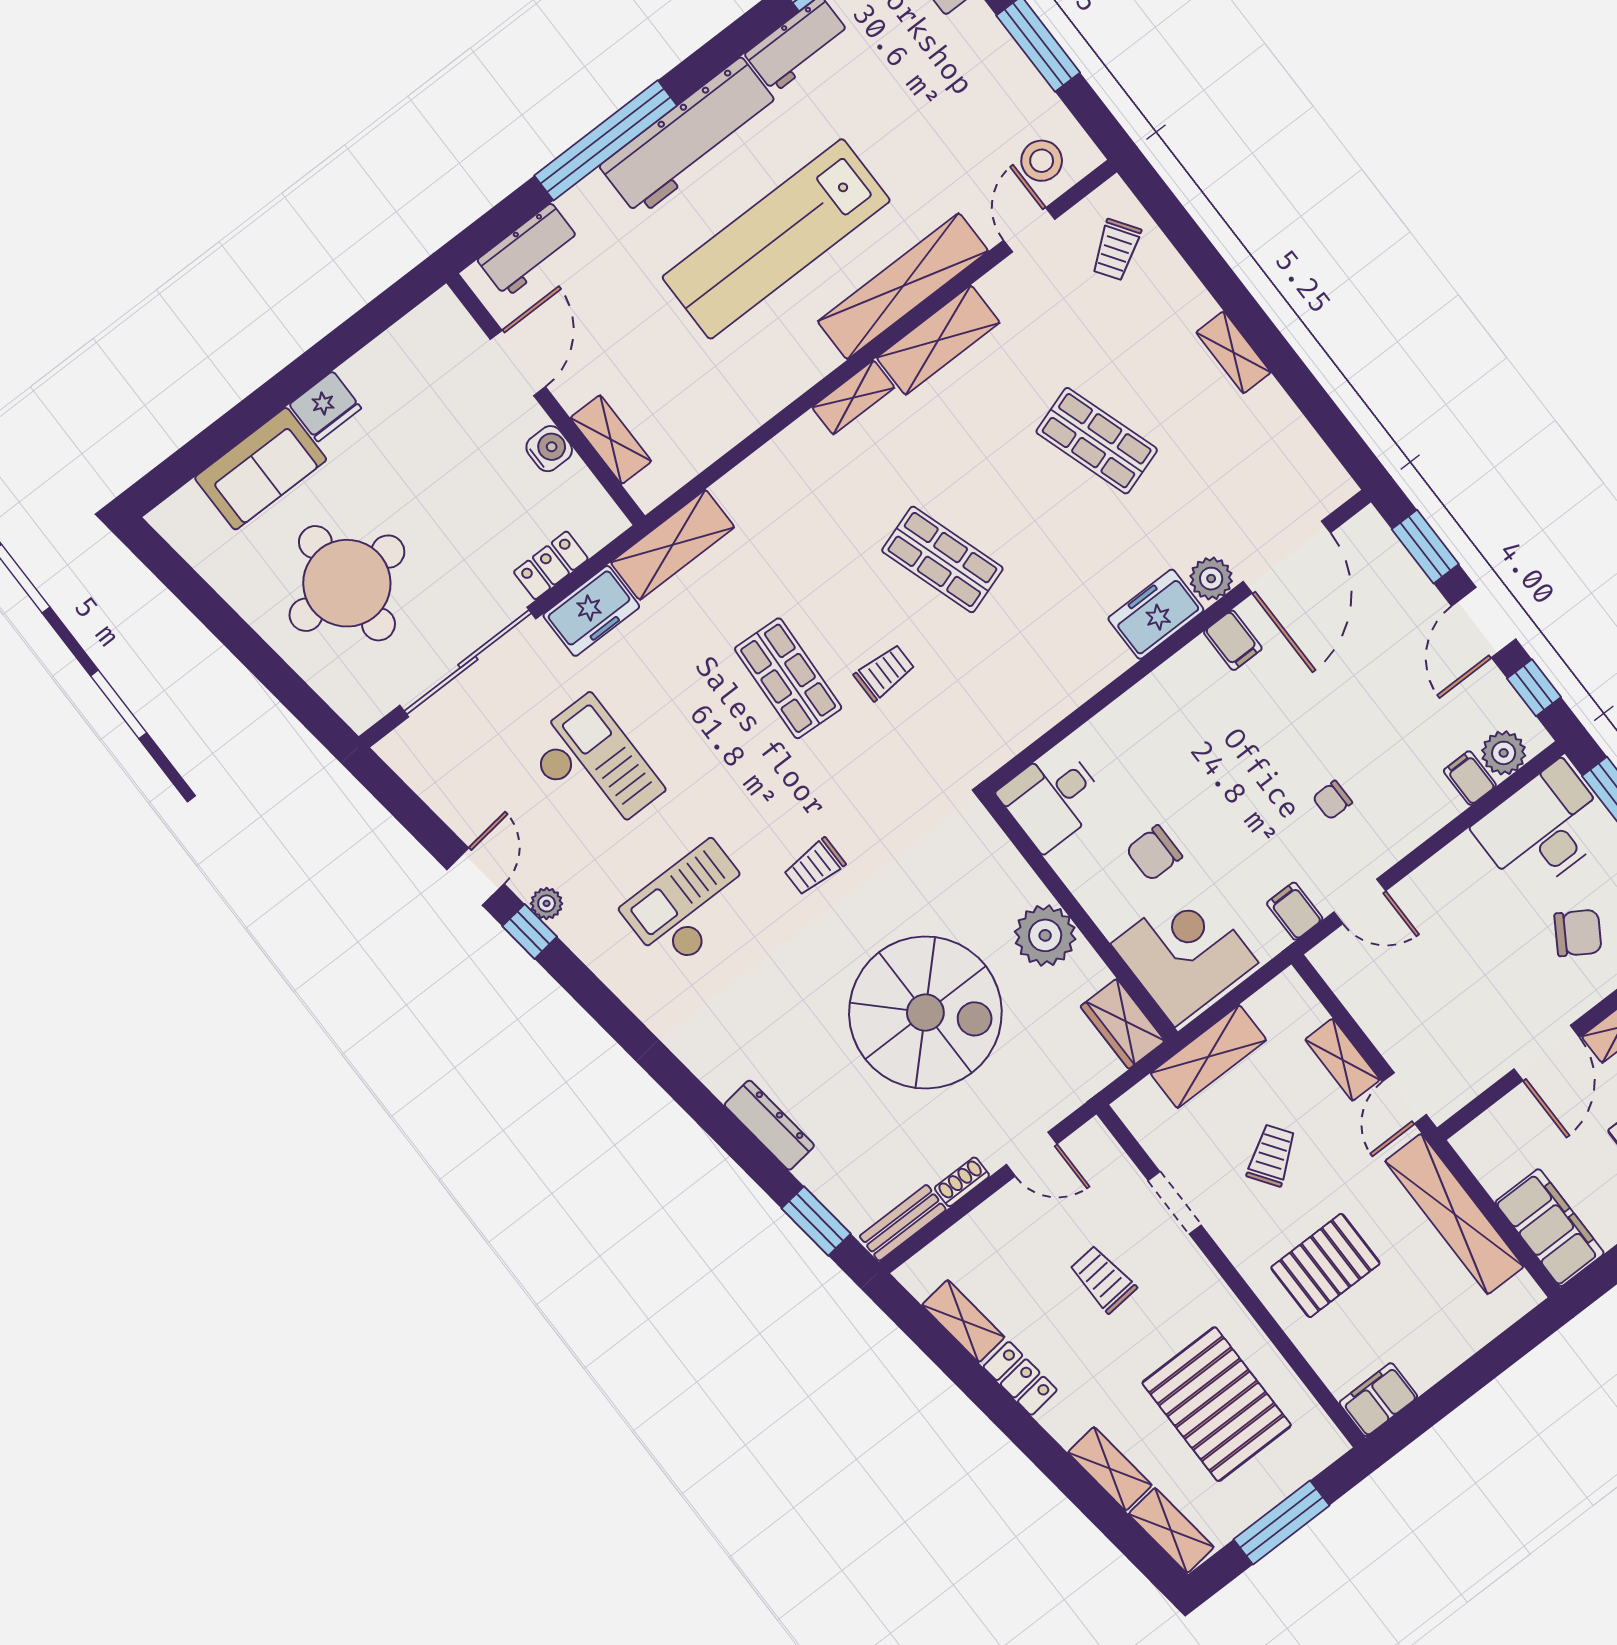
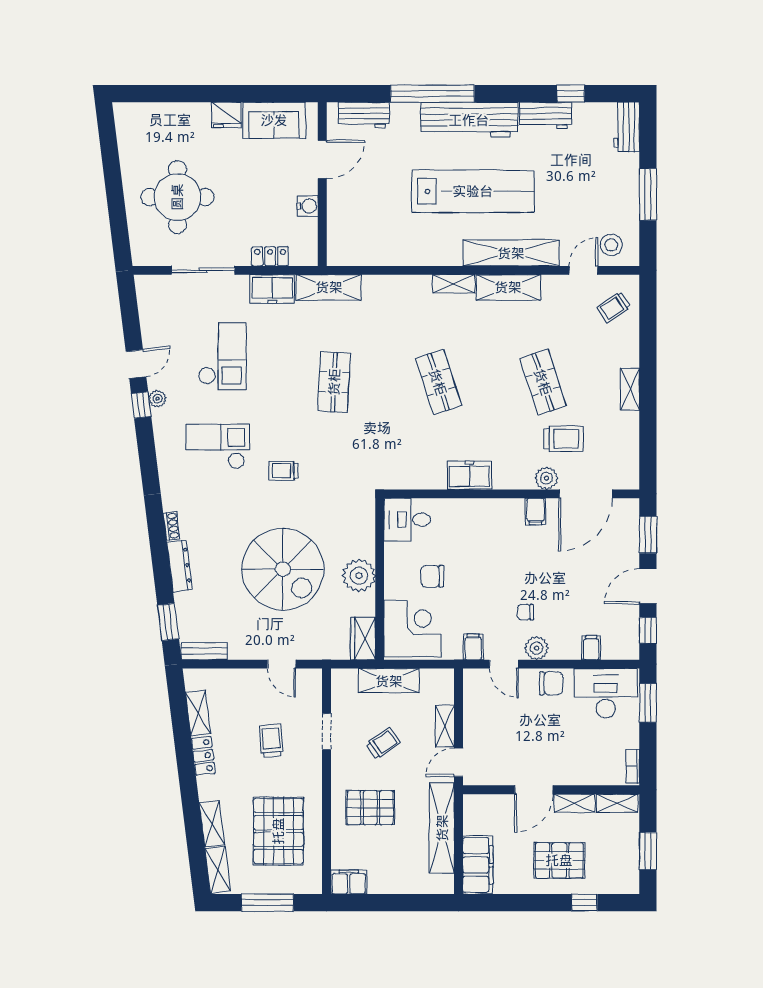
lab bench: (776, 239) -> (473, 191), turned 180
shelving: (611, 440) -> (337, 222), removed
sofa: (261, 469) -> (274, 120), moved
freezer: (1156, 614) -> (469, 475), moved
sliding door: (468, 662) -> (203, 270), width x0.73
trolley: (884, 672) -> (564, 439), moved, width x1.36, depth x1.39
plant: (1504, 753) -> (537, 648), moved
chair: (1578, 933) -> (551, 683), moved, turned -32
shoe rack: (962, 1182) -> (172, 526), moved, turned 83

